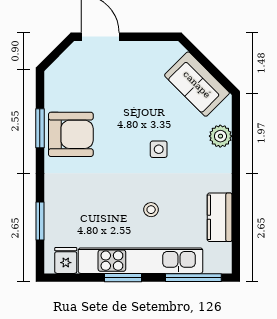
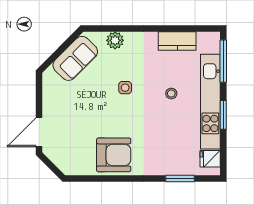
window: (40, 128) -> (109, 179), removed
armchair: (71, 134) -> (114, 155), turned 90

